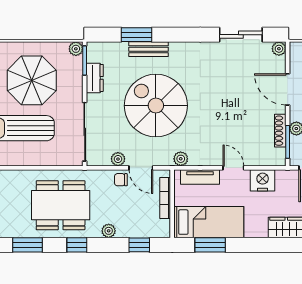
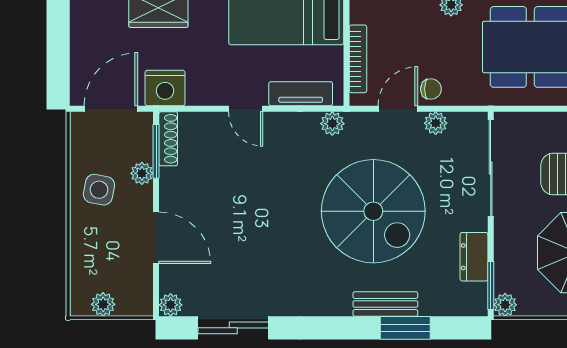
shoe rack: (280, 131) -> (168, 139), moved
door: (141, 168) -> (398, 109), hinge flipped
nightstand: (263, 180) -> (165, 88), moved

